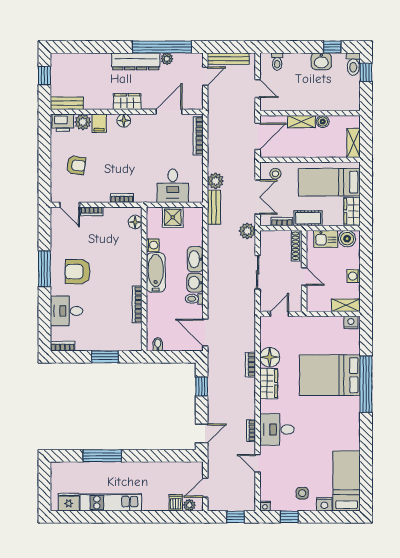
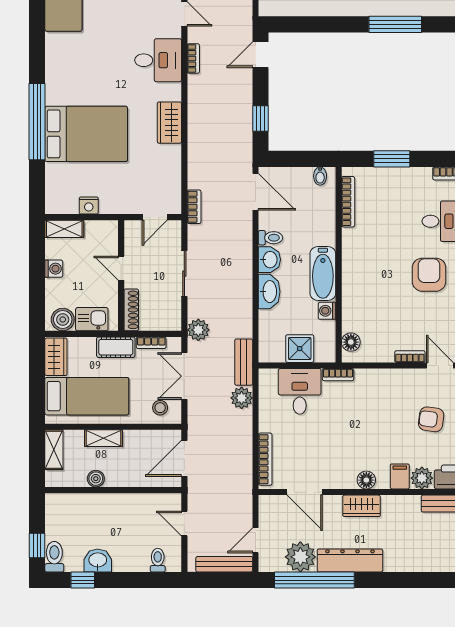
plant: (167, 59) -> (300, 557), width x1.87, depth x1.87
door: (169, 112) -> (305, 492), hinge flipped
shelving: (302, 122) -> (103, 438), moved
bookcase: (122, 198) -> (338, 375), moved
armchair: (78, 272) -> (429, 275), turned -90
bookcase: (137, 304) -> (348, 202), moved
nightstand: (351, 322) -> (89, 206), moved
floor lamp: (270, 357) -> (168, 158), removed
bookcase: (250, 365) -> (194, 207), moved

